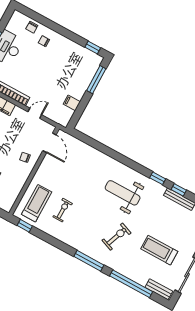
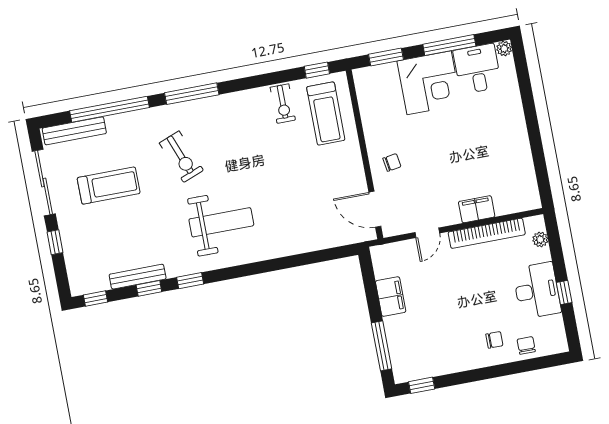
filing cabinet: (72, 103) -> (391, 297), width x2.00
exercise bike: (63, 210) -> (283, 104), moved
exercise bike: (116, 237) -> (181, 157), turned -42
bench: (159, 289) -> (74, 131), width x1.36

